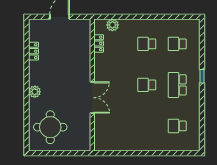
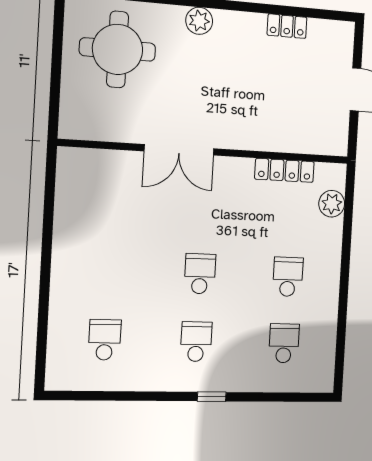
locker: (99, 43) -> (285, 170), width x1.53
school desk: (177, 85) -> (196, 342), width x0.54

